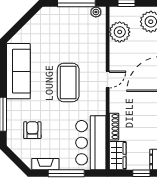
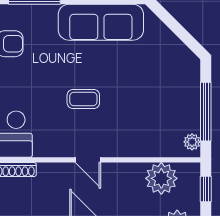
coffee table: (68, 83) -> (83, 99), width x0.54, depth x0.58

